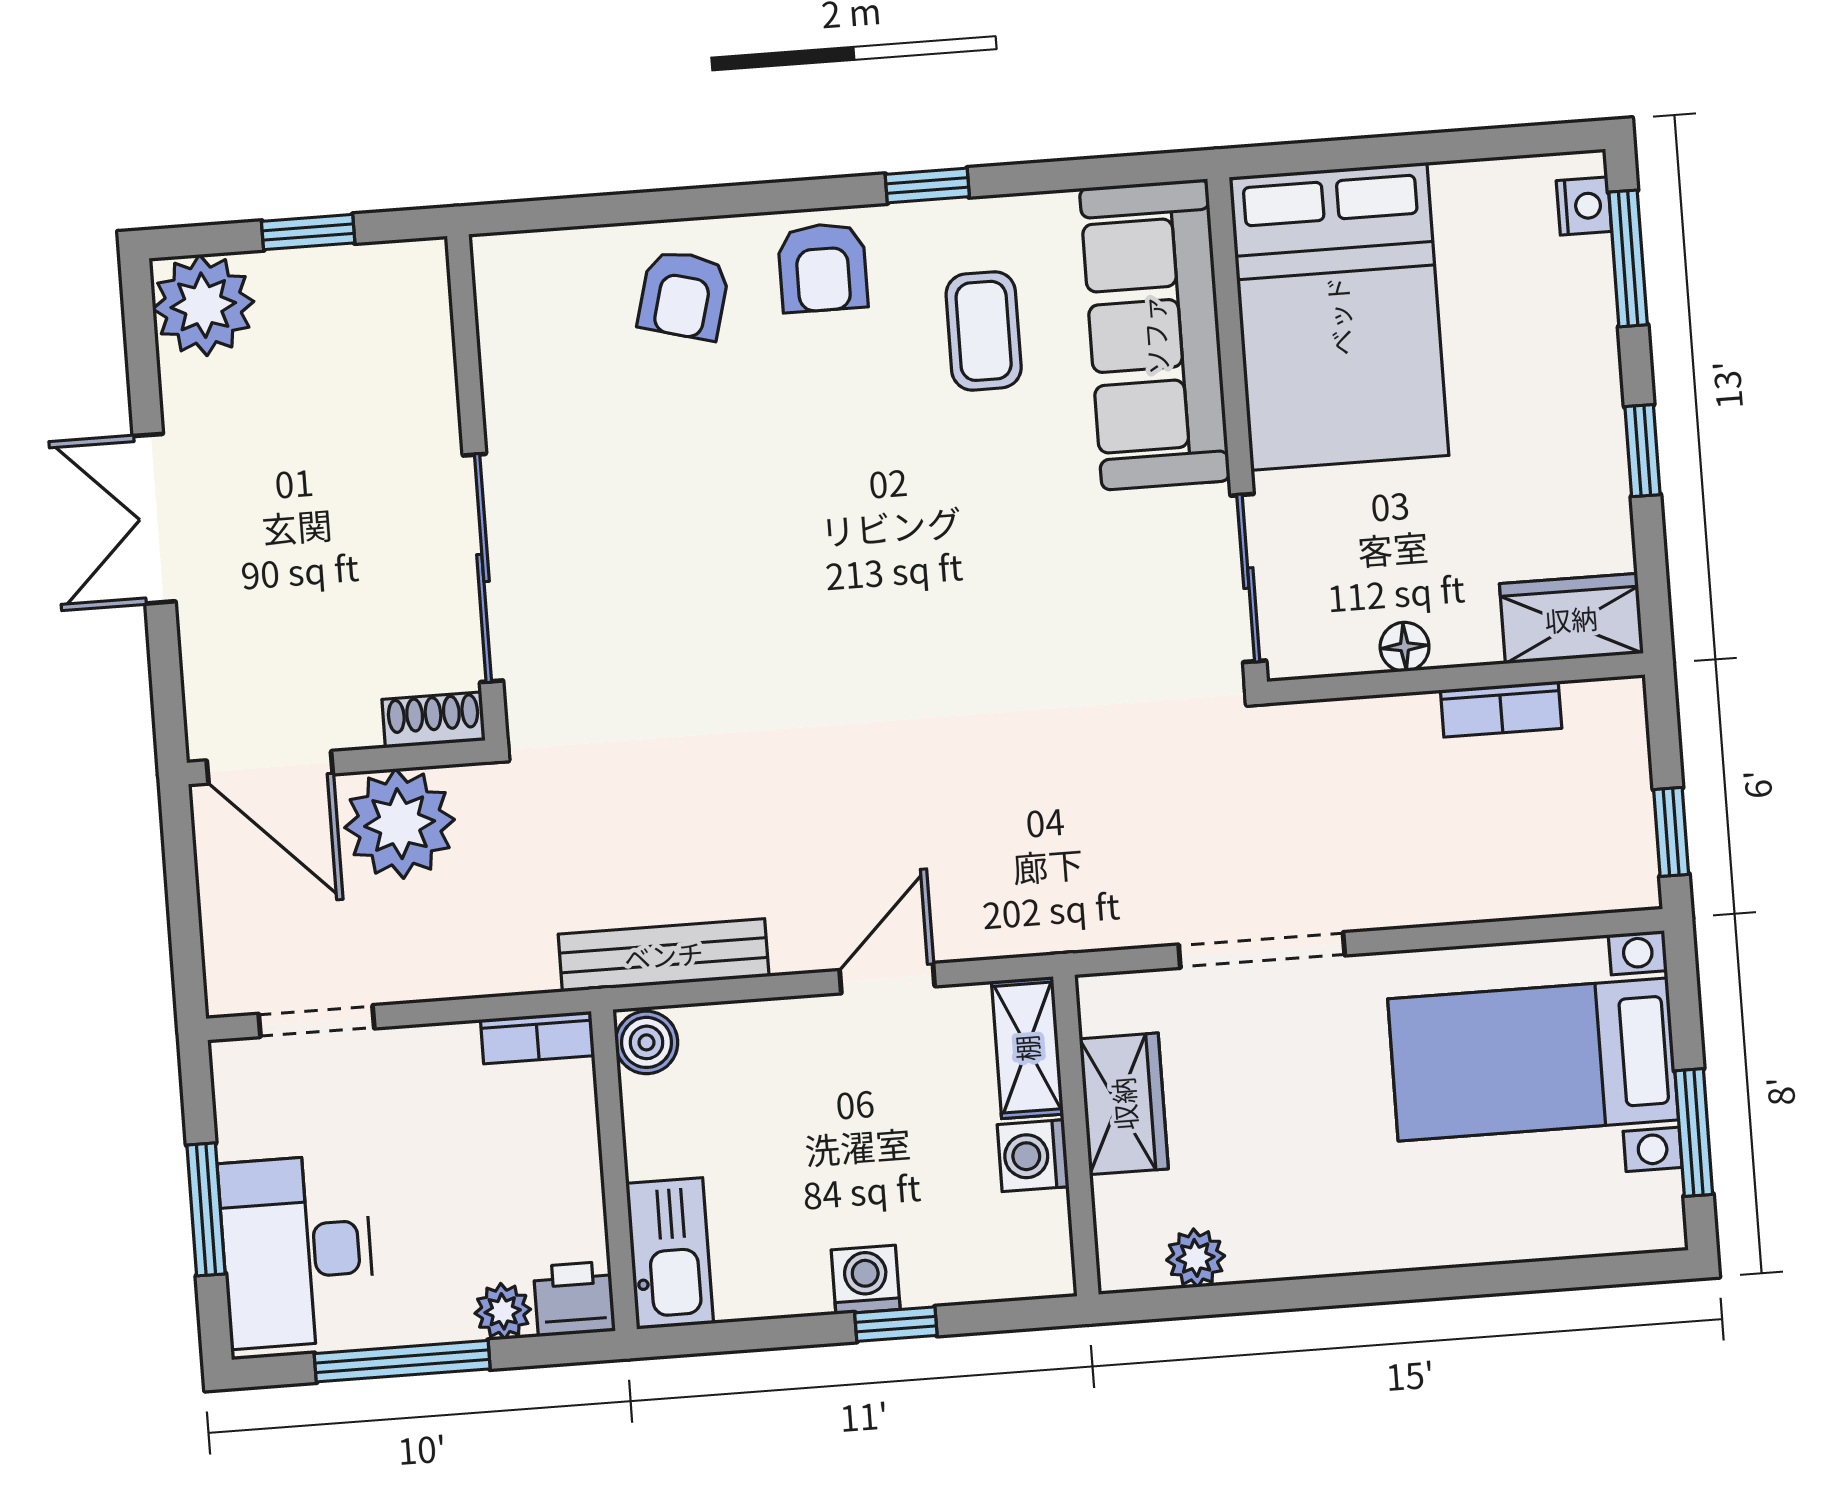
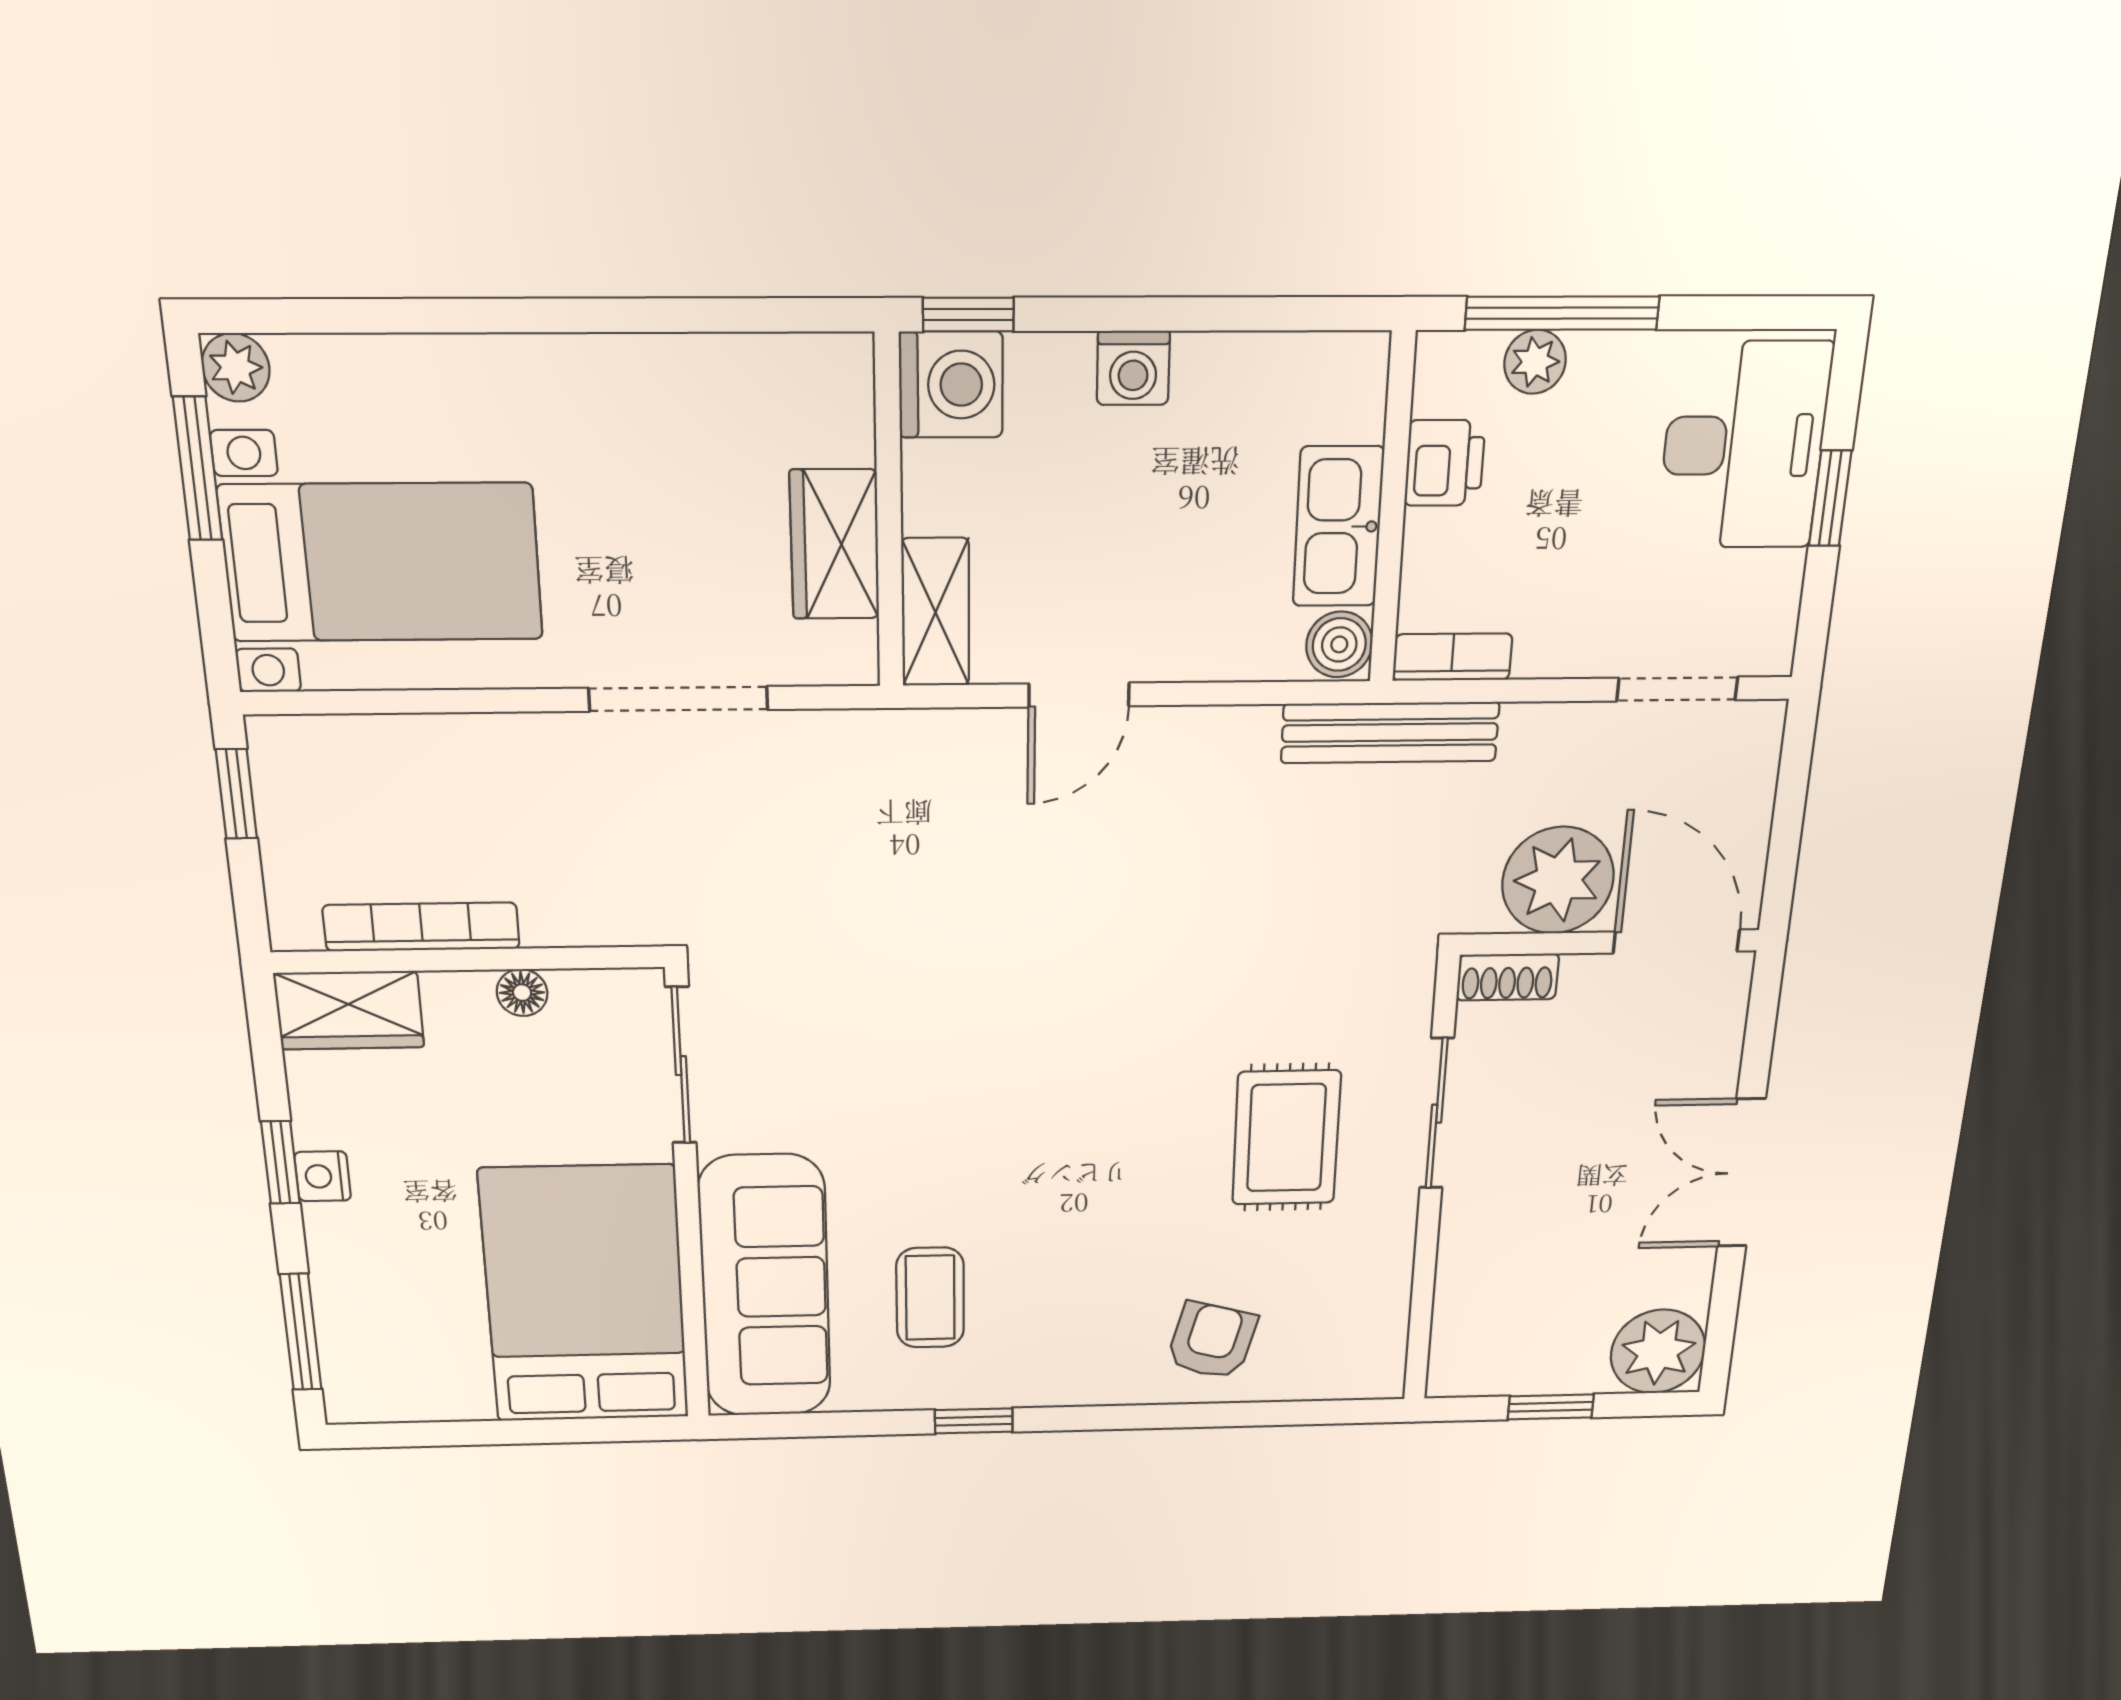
nightstand: (1584, 206) -> (323, 1176), moved
armchair: (823, 267) -> (1078, 1358), removed
double door: (154, 519) -> (1741, 1173), swing flipped
rug: (634, 533) -> (1286, 1138), added
sliding door: (483, 568) -> (1437, 1114), width x0.73
bookcase: (1501, 709) -> (421, 927), width x1.56
bench: (664, 955) -> (1390, 733), moved
washing machine: (1033, 1156) -> (951, 385), moved, width x1.38, depth x1.38
window: (206, 1209) -> (1830, 498), width x0.67
kitchen sink: (670, 1253) -> (1338, 527), moved
plant: (1196, 1258) -> (236, 367), moved
printer: (574, 1299) -> (1445, 463), moved, turned -90
window: (896, 1324) -> (968, 315), moved
window: (402, 1361) -> (1562, 313), moved

